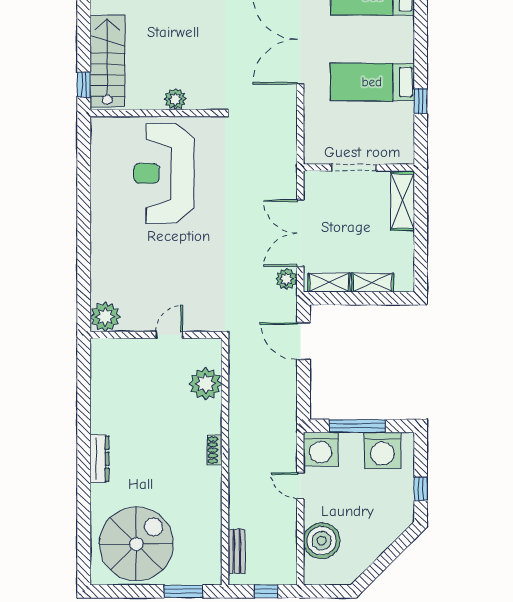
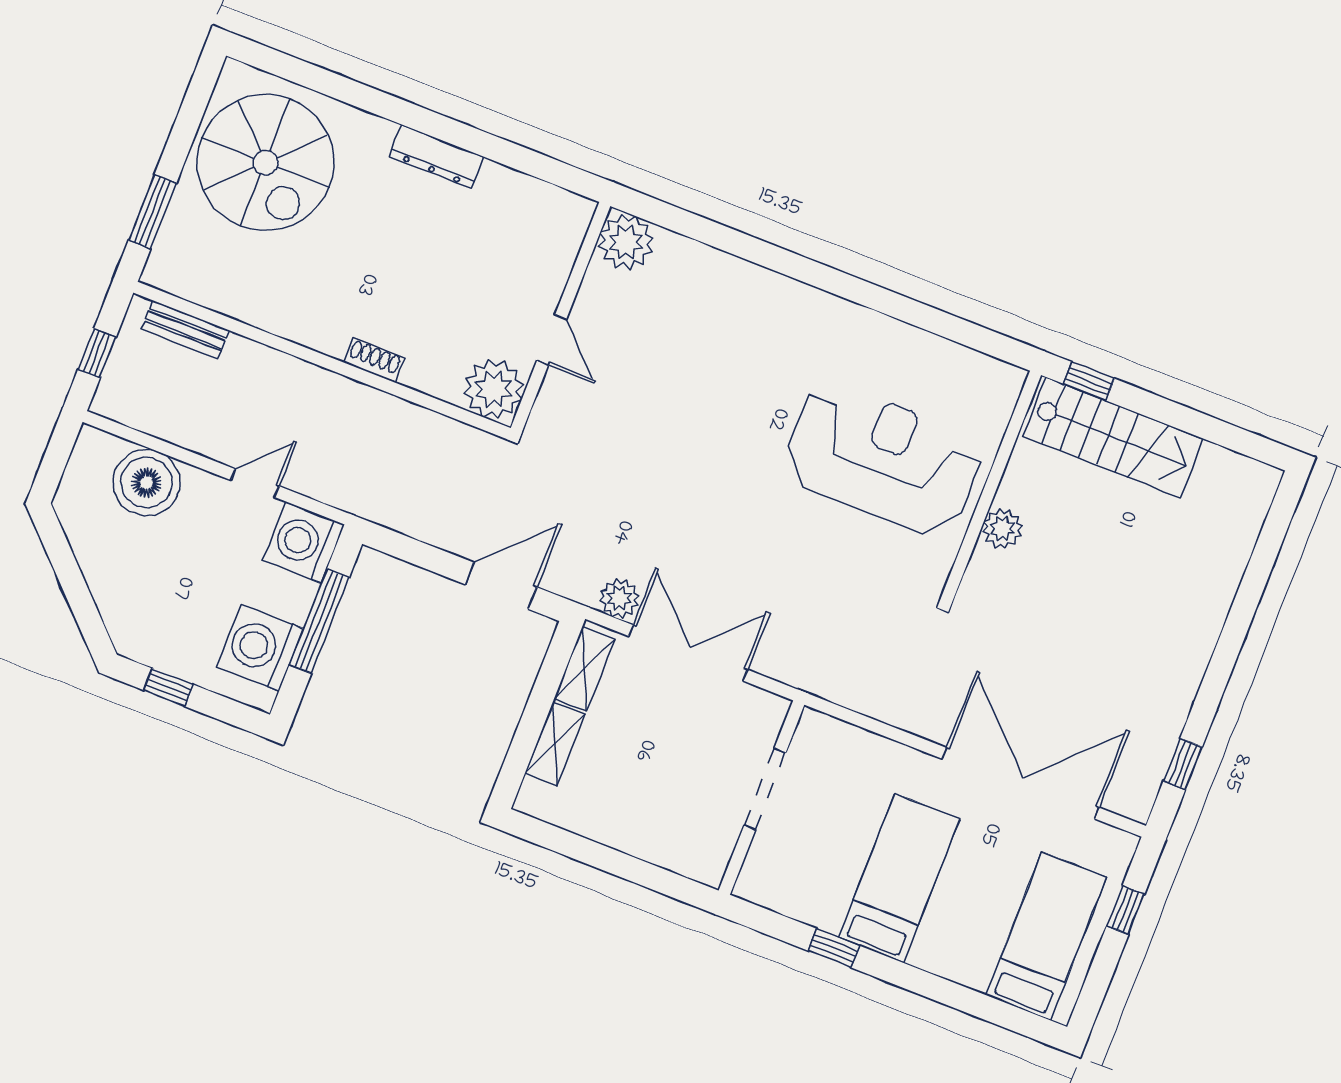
shelving: (403, 201) -> (674, 850), removed
plant: (105, 317) -> (626, 242), moved
wall: (156, 335) -> (561, 317), moved
door: (169, 335) -> (552, 340), moved

